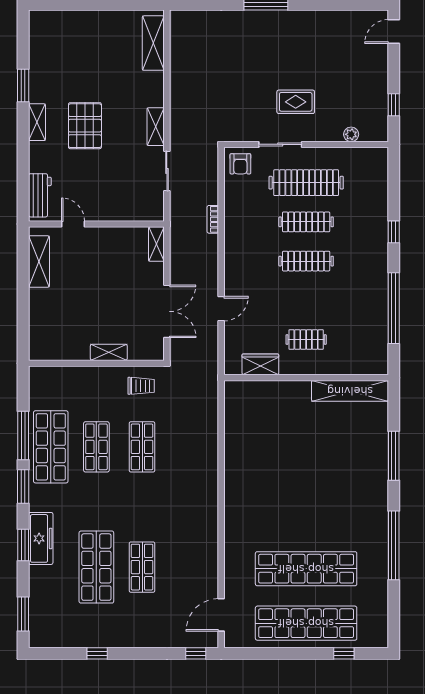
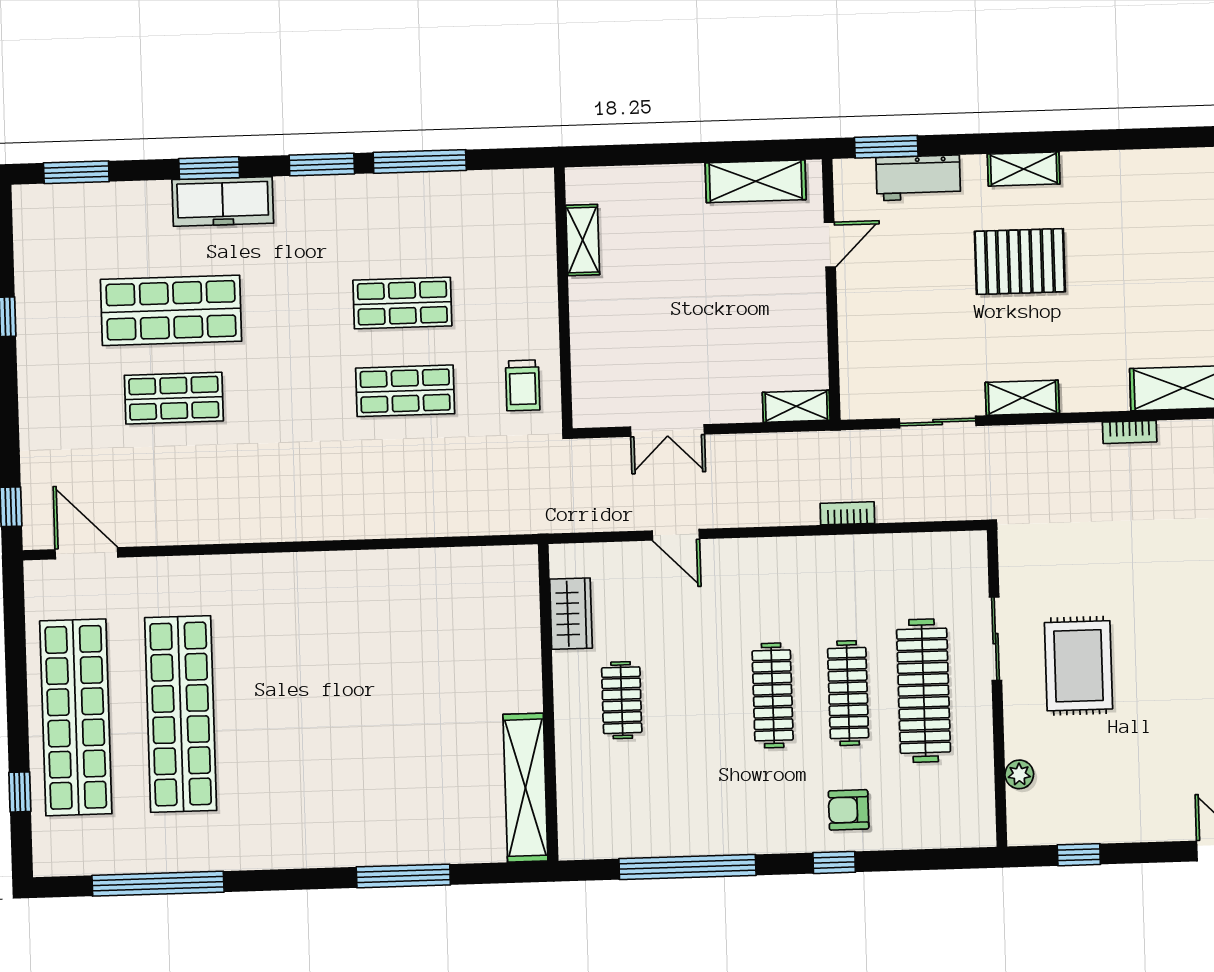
bookcase: (175, 71) -> (1130, 432), added
window: (23, 86) -> (886, 147), moved
rug: (296, 102) -> (1078, 666), width x1.36, depth x1.43
armchair: (240, 164) -> (849, 810), moved
workbench: (40, 195) -> (918, 178), moved
double door: (167, 311) -> (667, 431), width x0.73
shelving: (109, 352) -> (583, 240), moved
shop shelf: (51, 447) -> (400, 215), removed
window: (394, 545) -> (158, 884), moved

